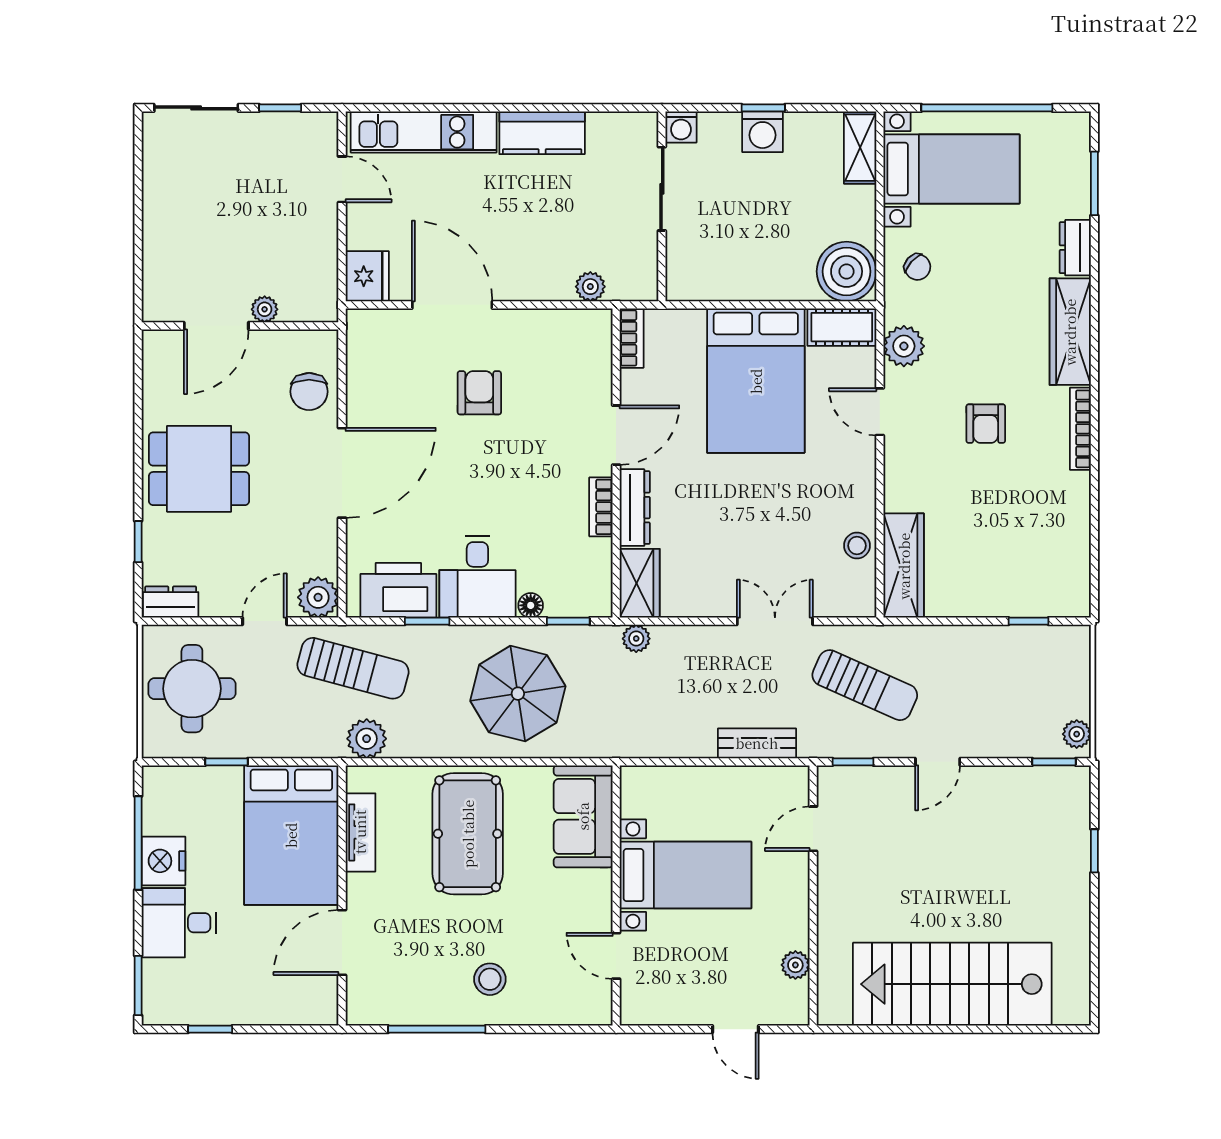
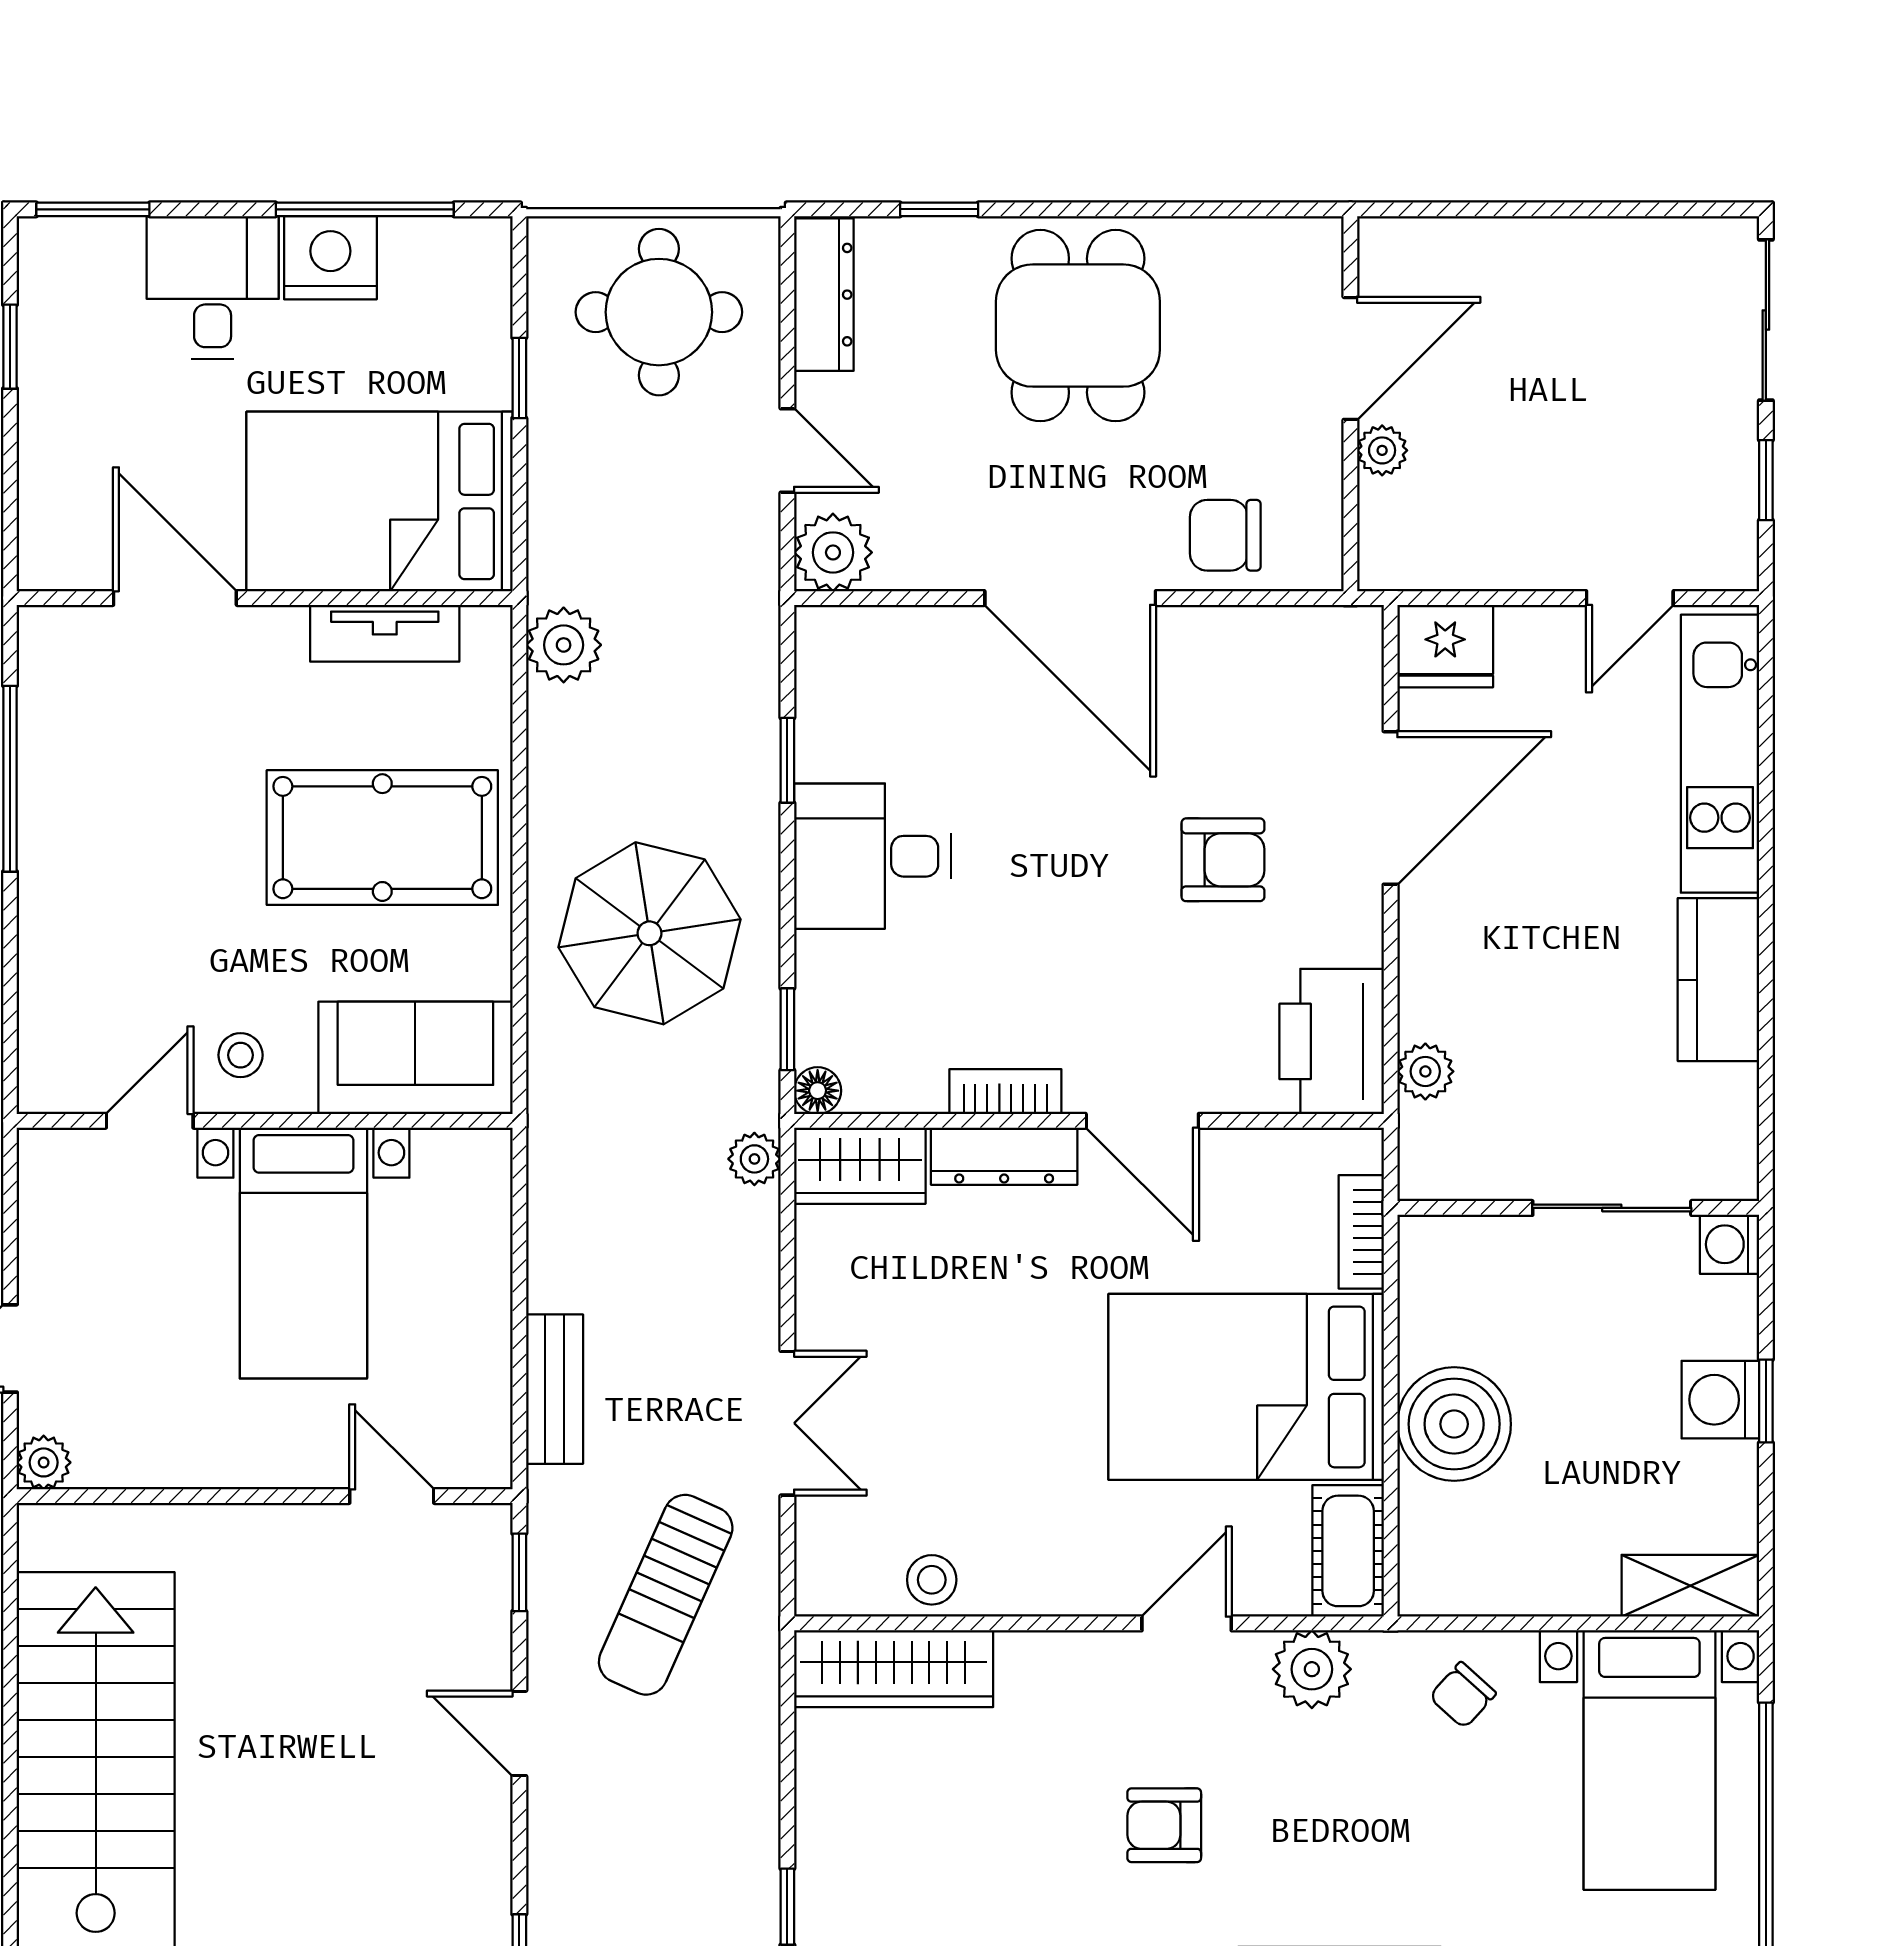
boiler: (847, 271) -> (1454, 1424), moved
door: (216, 326) -> (1350, 358), swing flipped
bookcase: (632, 338) -> (1361, 1232), moved, turned 90
printer: (398, 590) -> (1332, 1041), moved, turned 180
dresser: (171, 602) -> (824, 295), width x1.44
floor lamp: (531, 605) -> (818, 1091), moved
sun lounger: (353, 668) -> (698, 619), removed
plant: (795, 965) -> (44, 1462), moved
stool: (490, 979) -> (241, 1055), moved, width x0.73, depth x0.73

